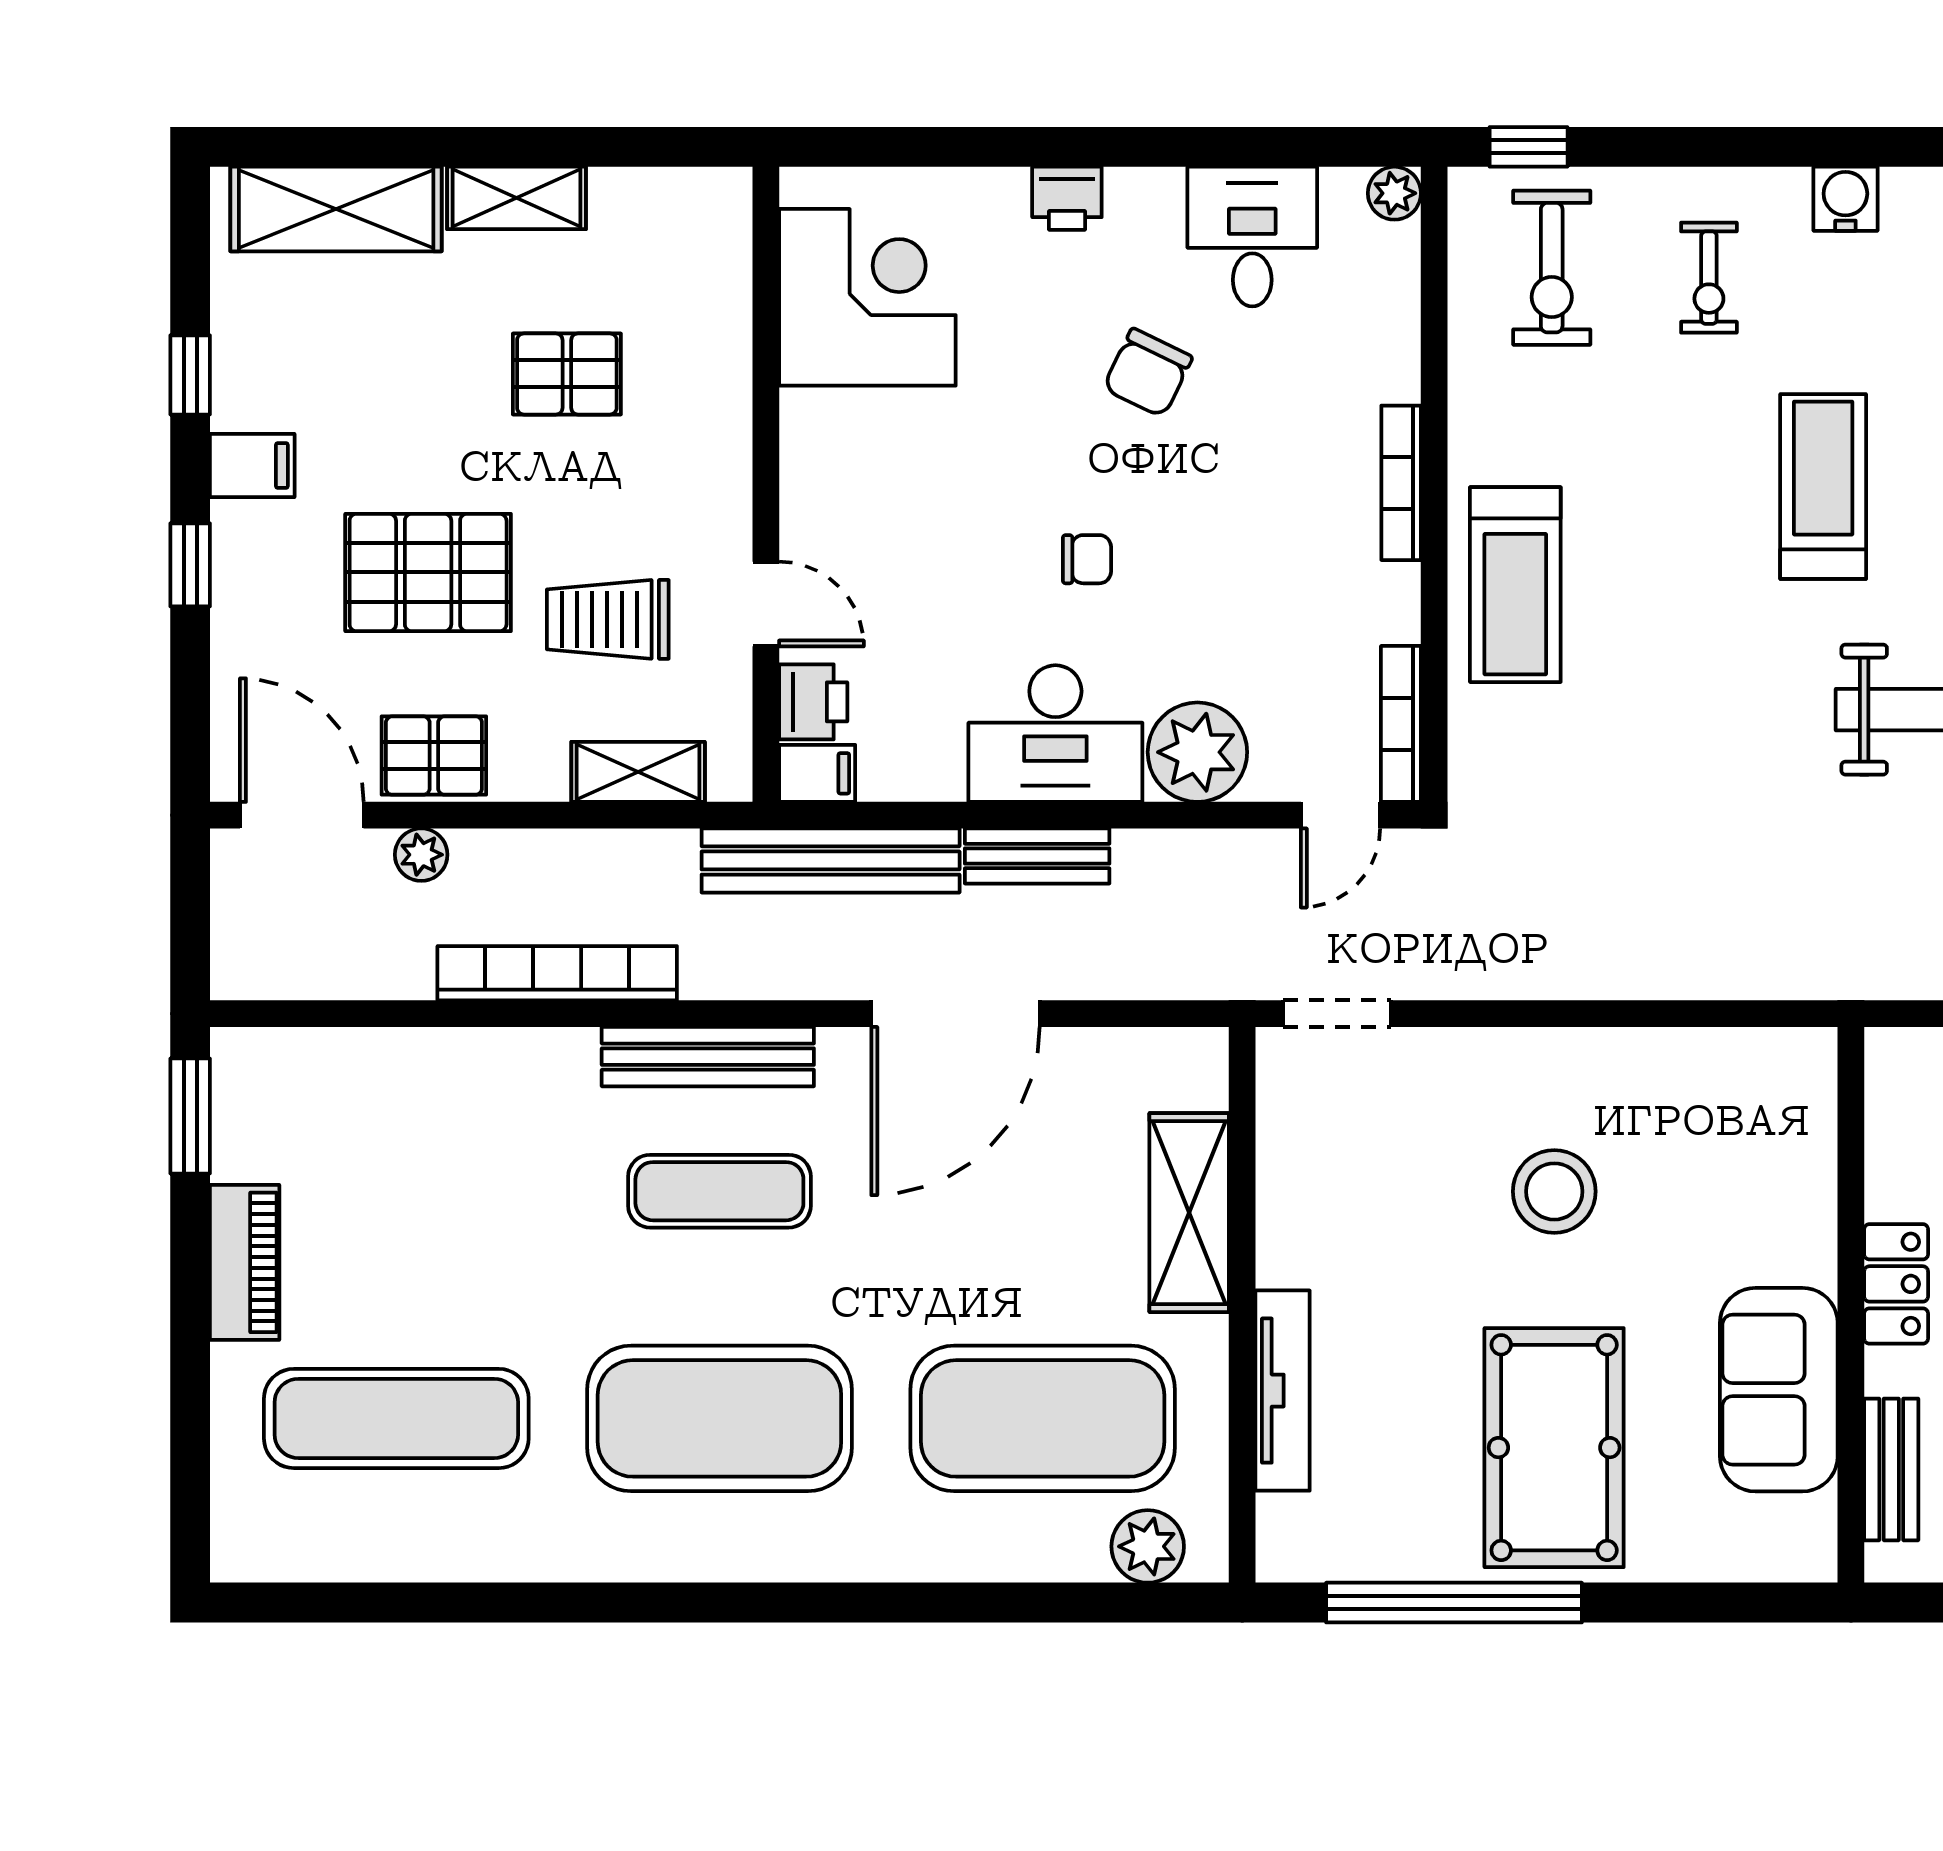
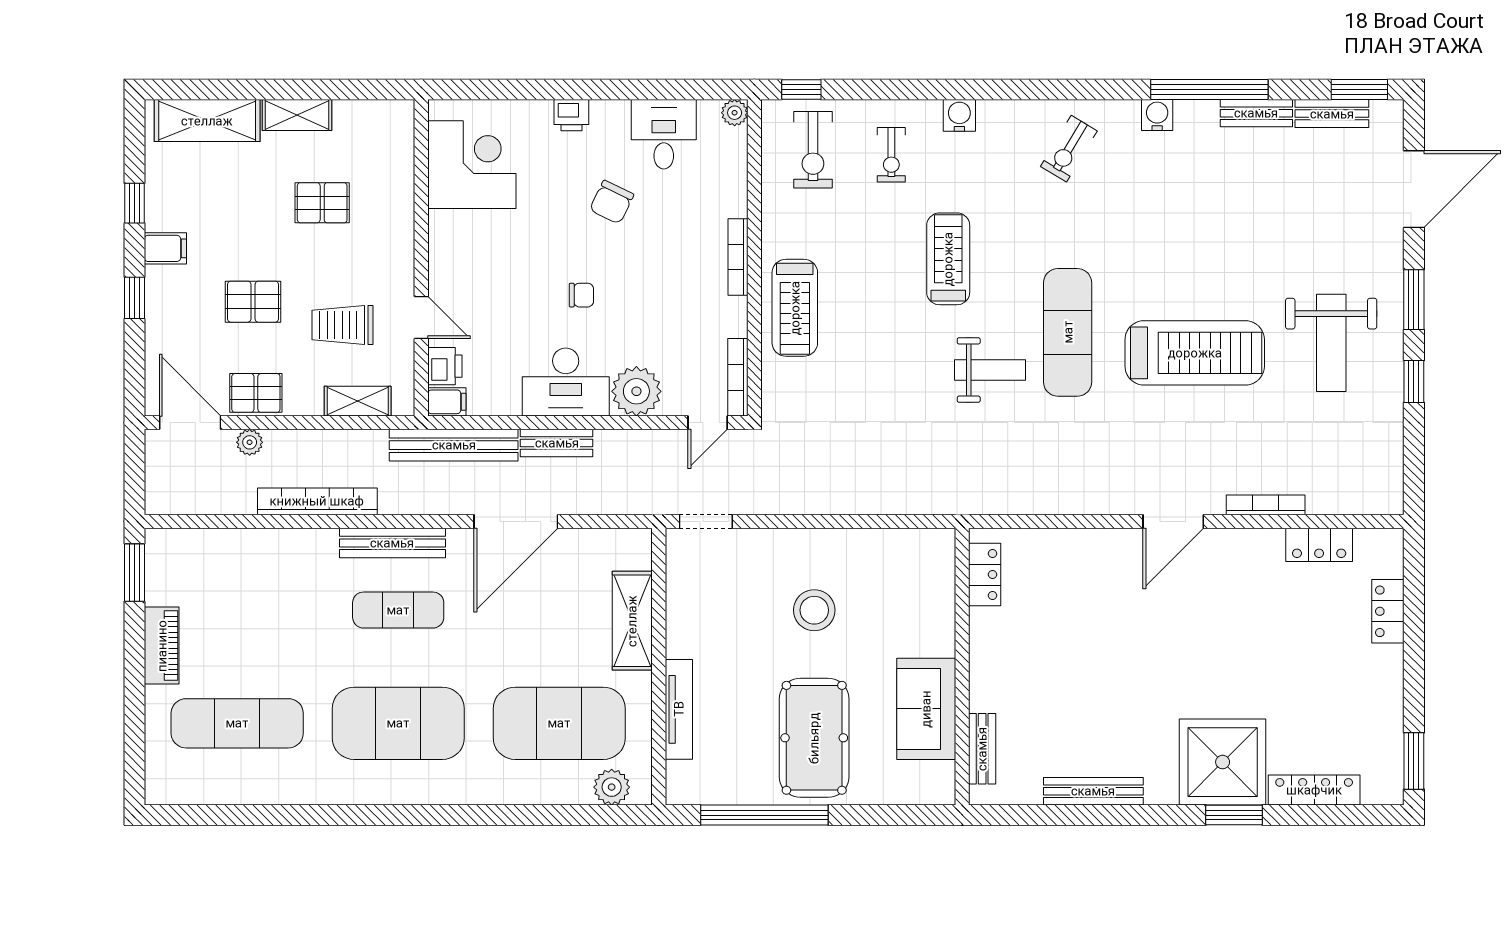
pallet: (428, 572) -> (253, 302), width x0.67, depth x0.71
locker: (1896, 1284) -> (985, 575), moved

